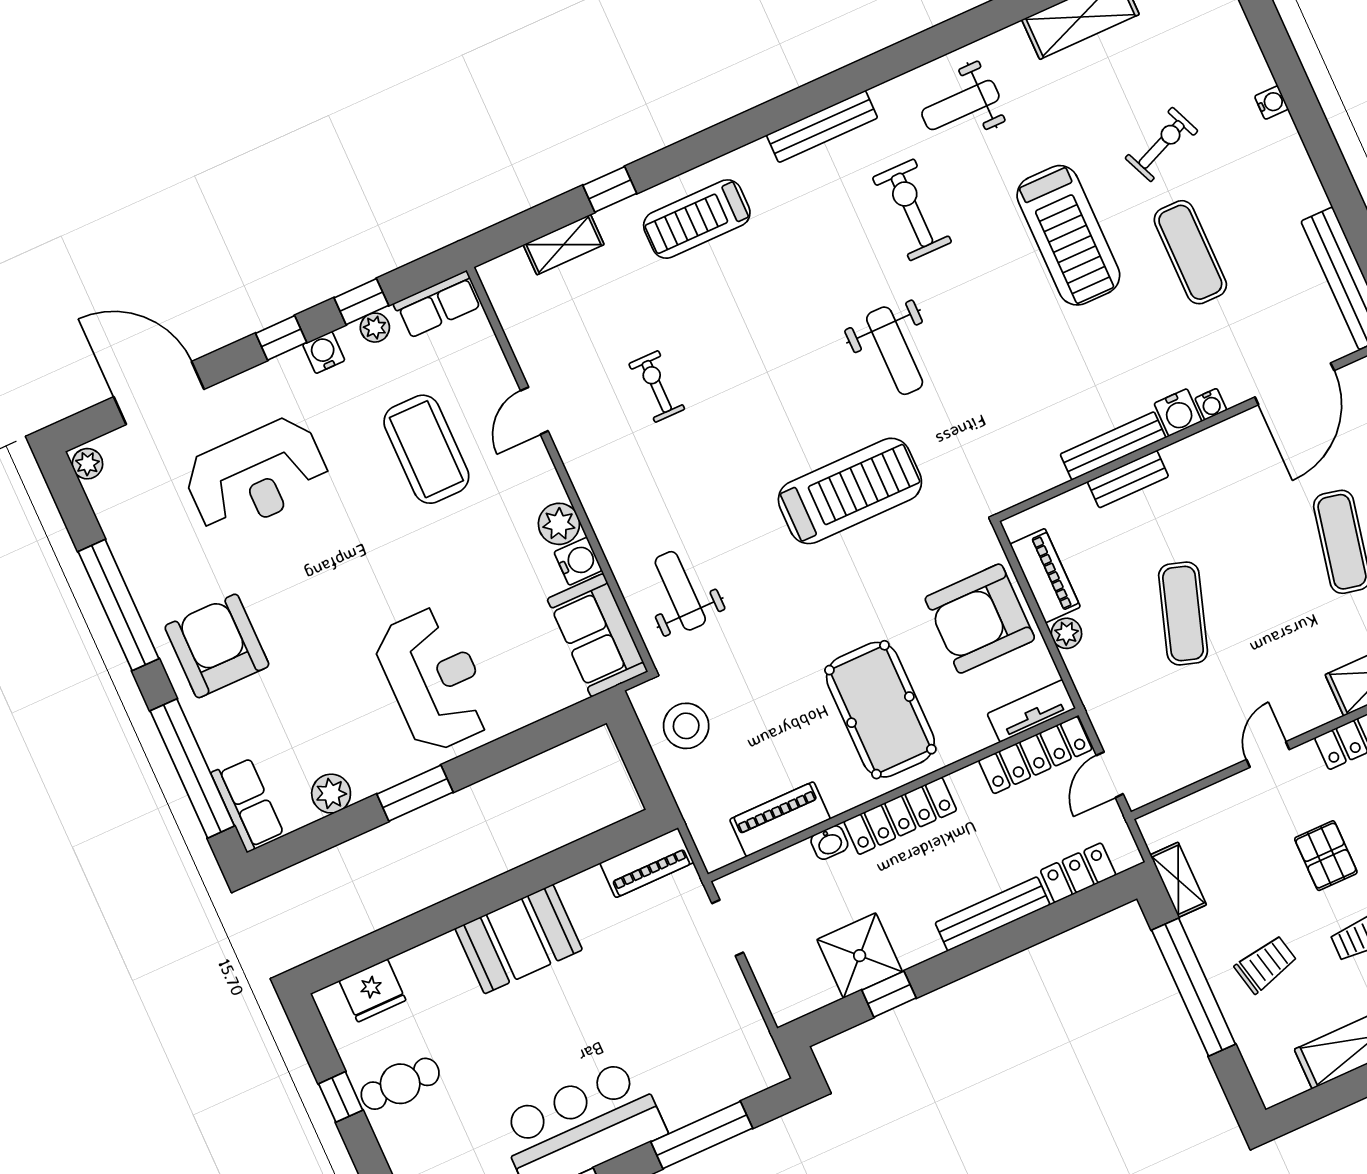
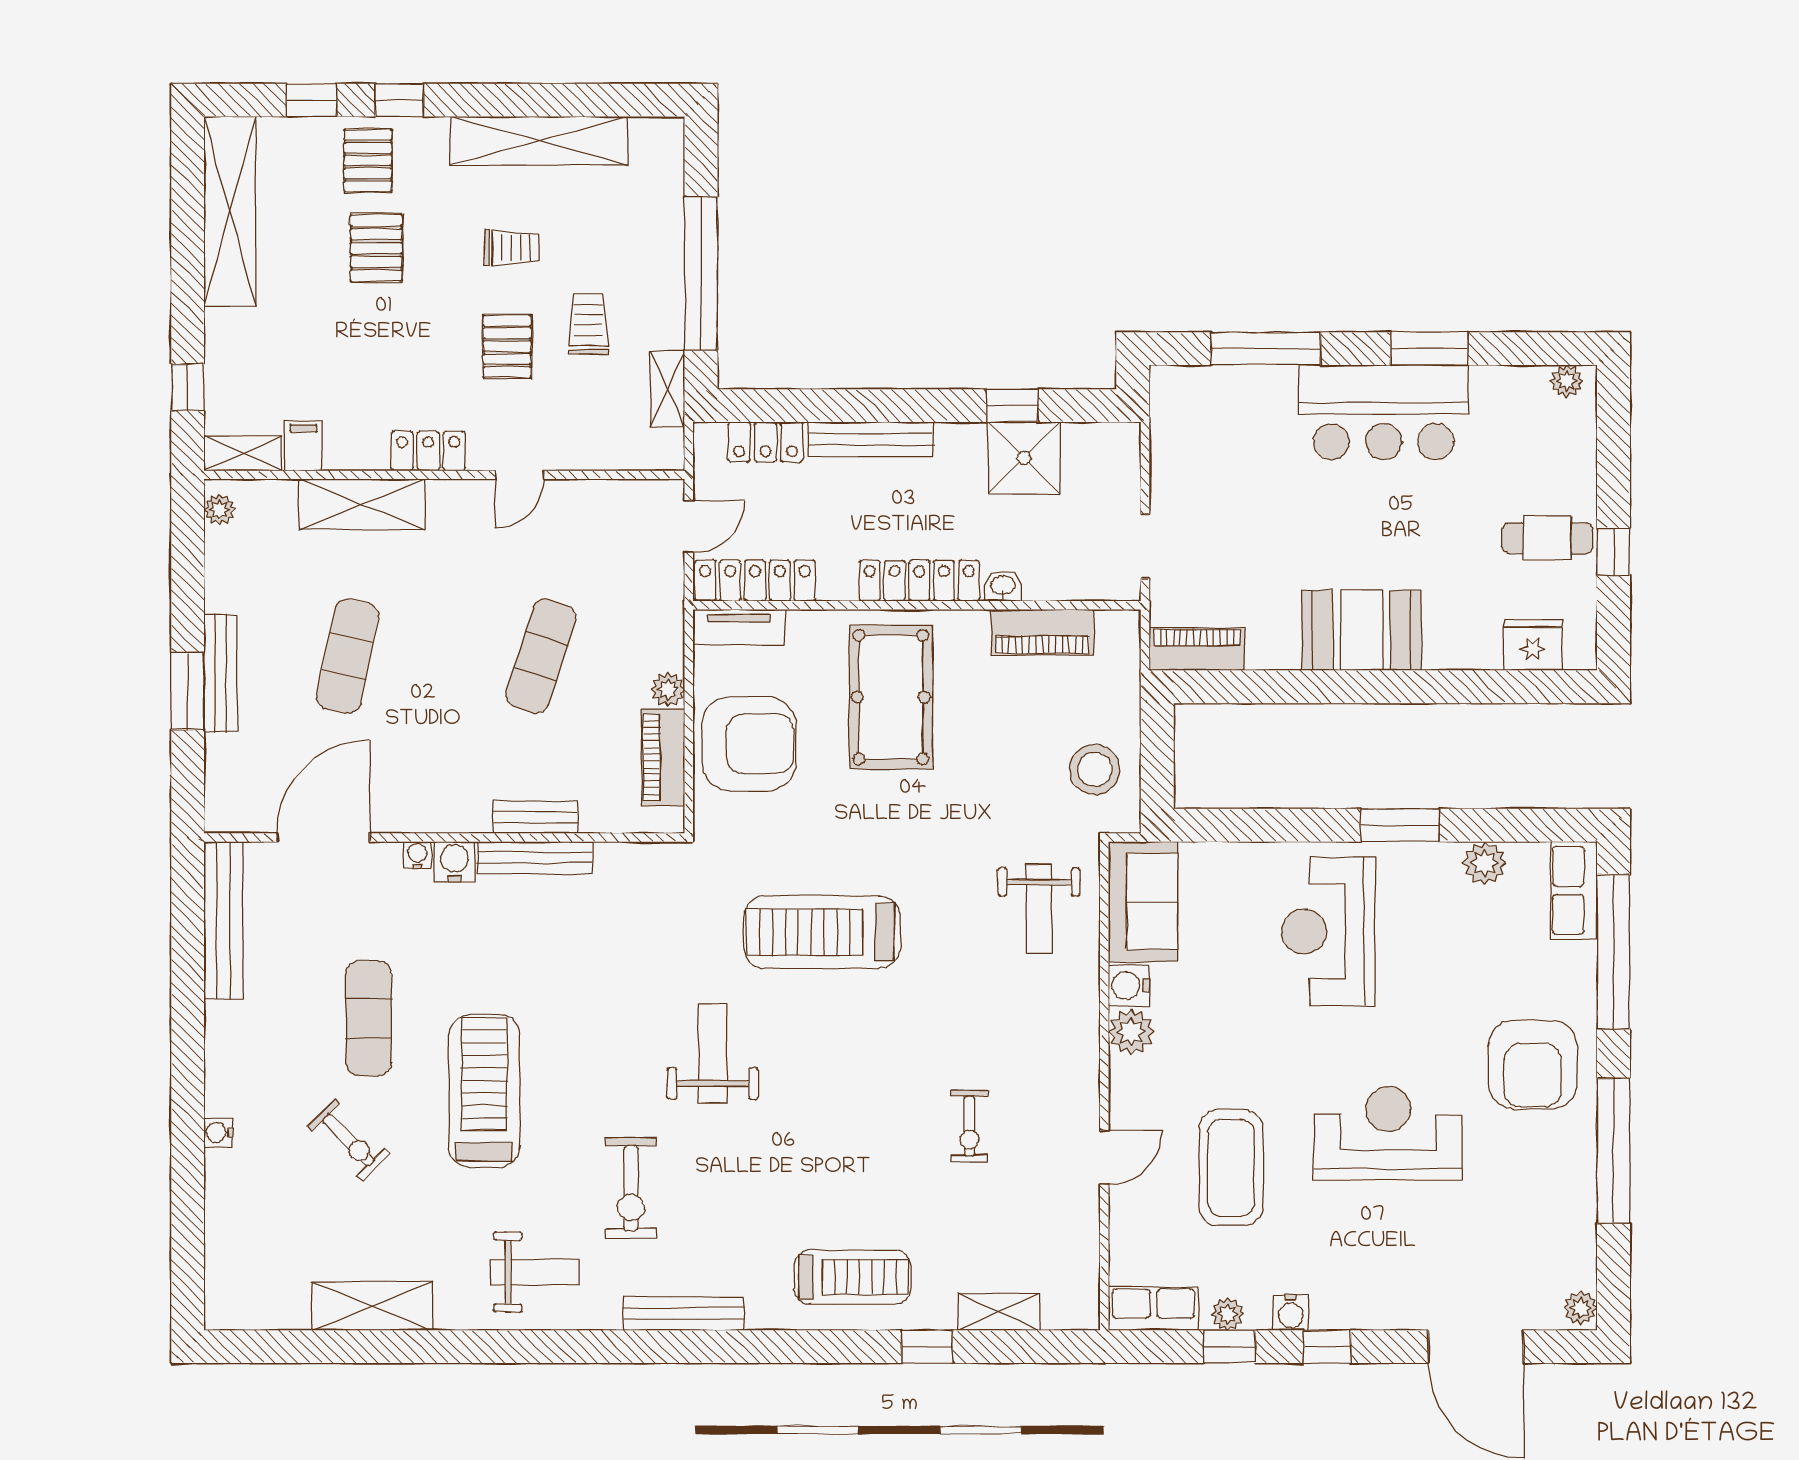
exercise bike: (1162, 144) -> (349, 1140), turned -112
reception desk: (257, 476) -> (1388, 1133), moved
trolley: (1266, 964) -> (588, 324), moved, turned 103

